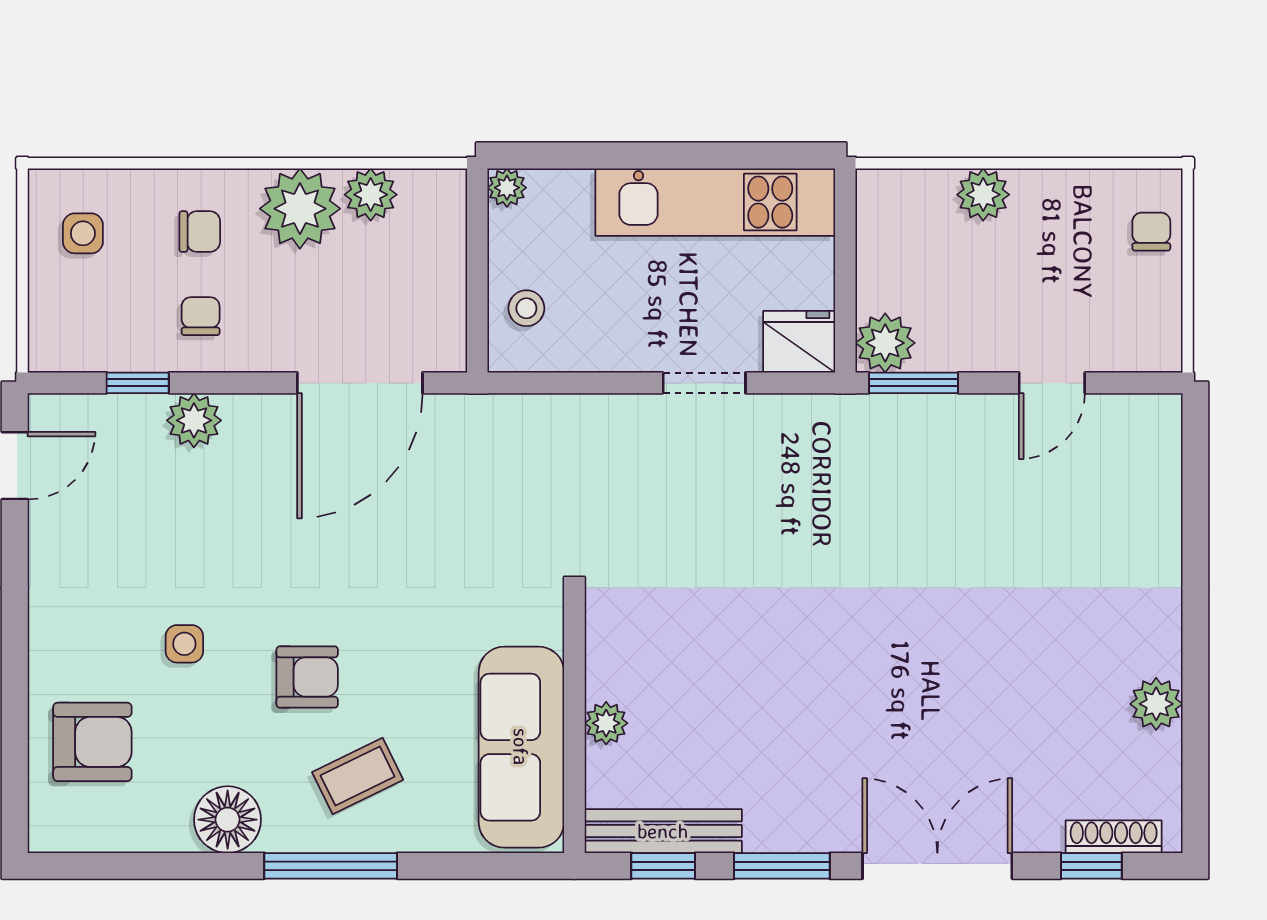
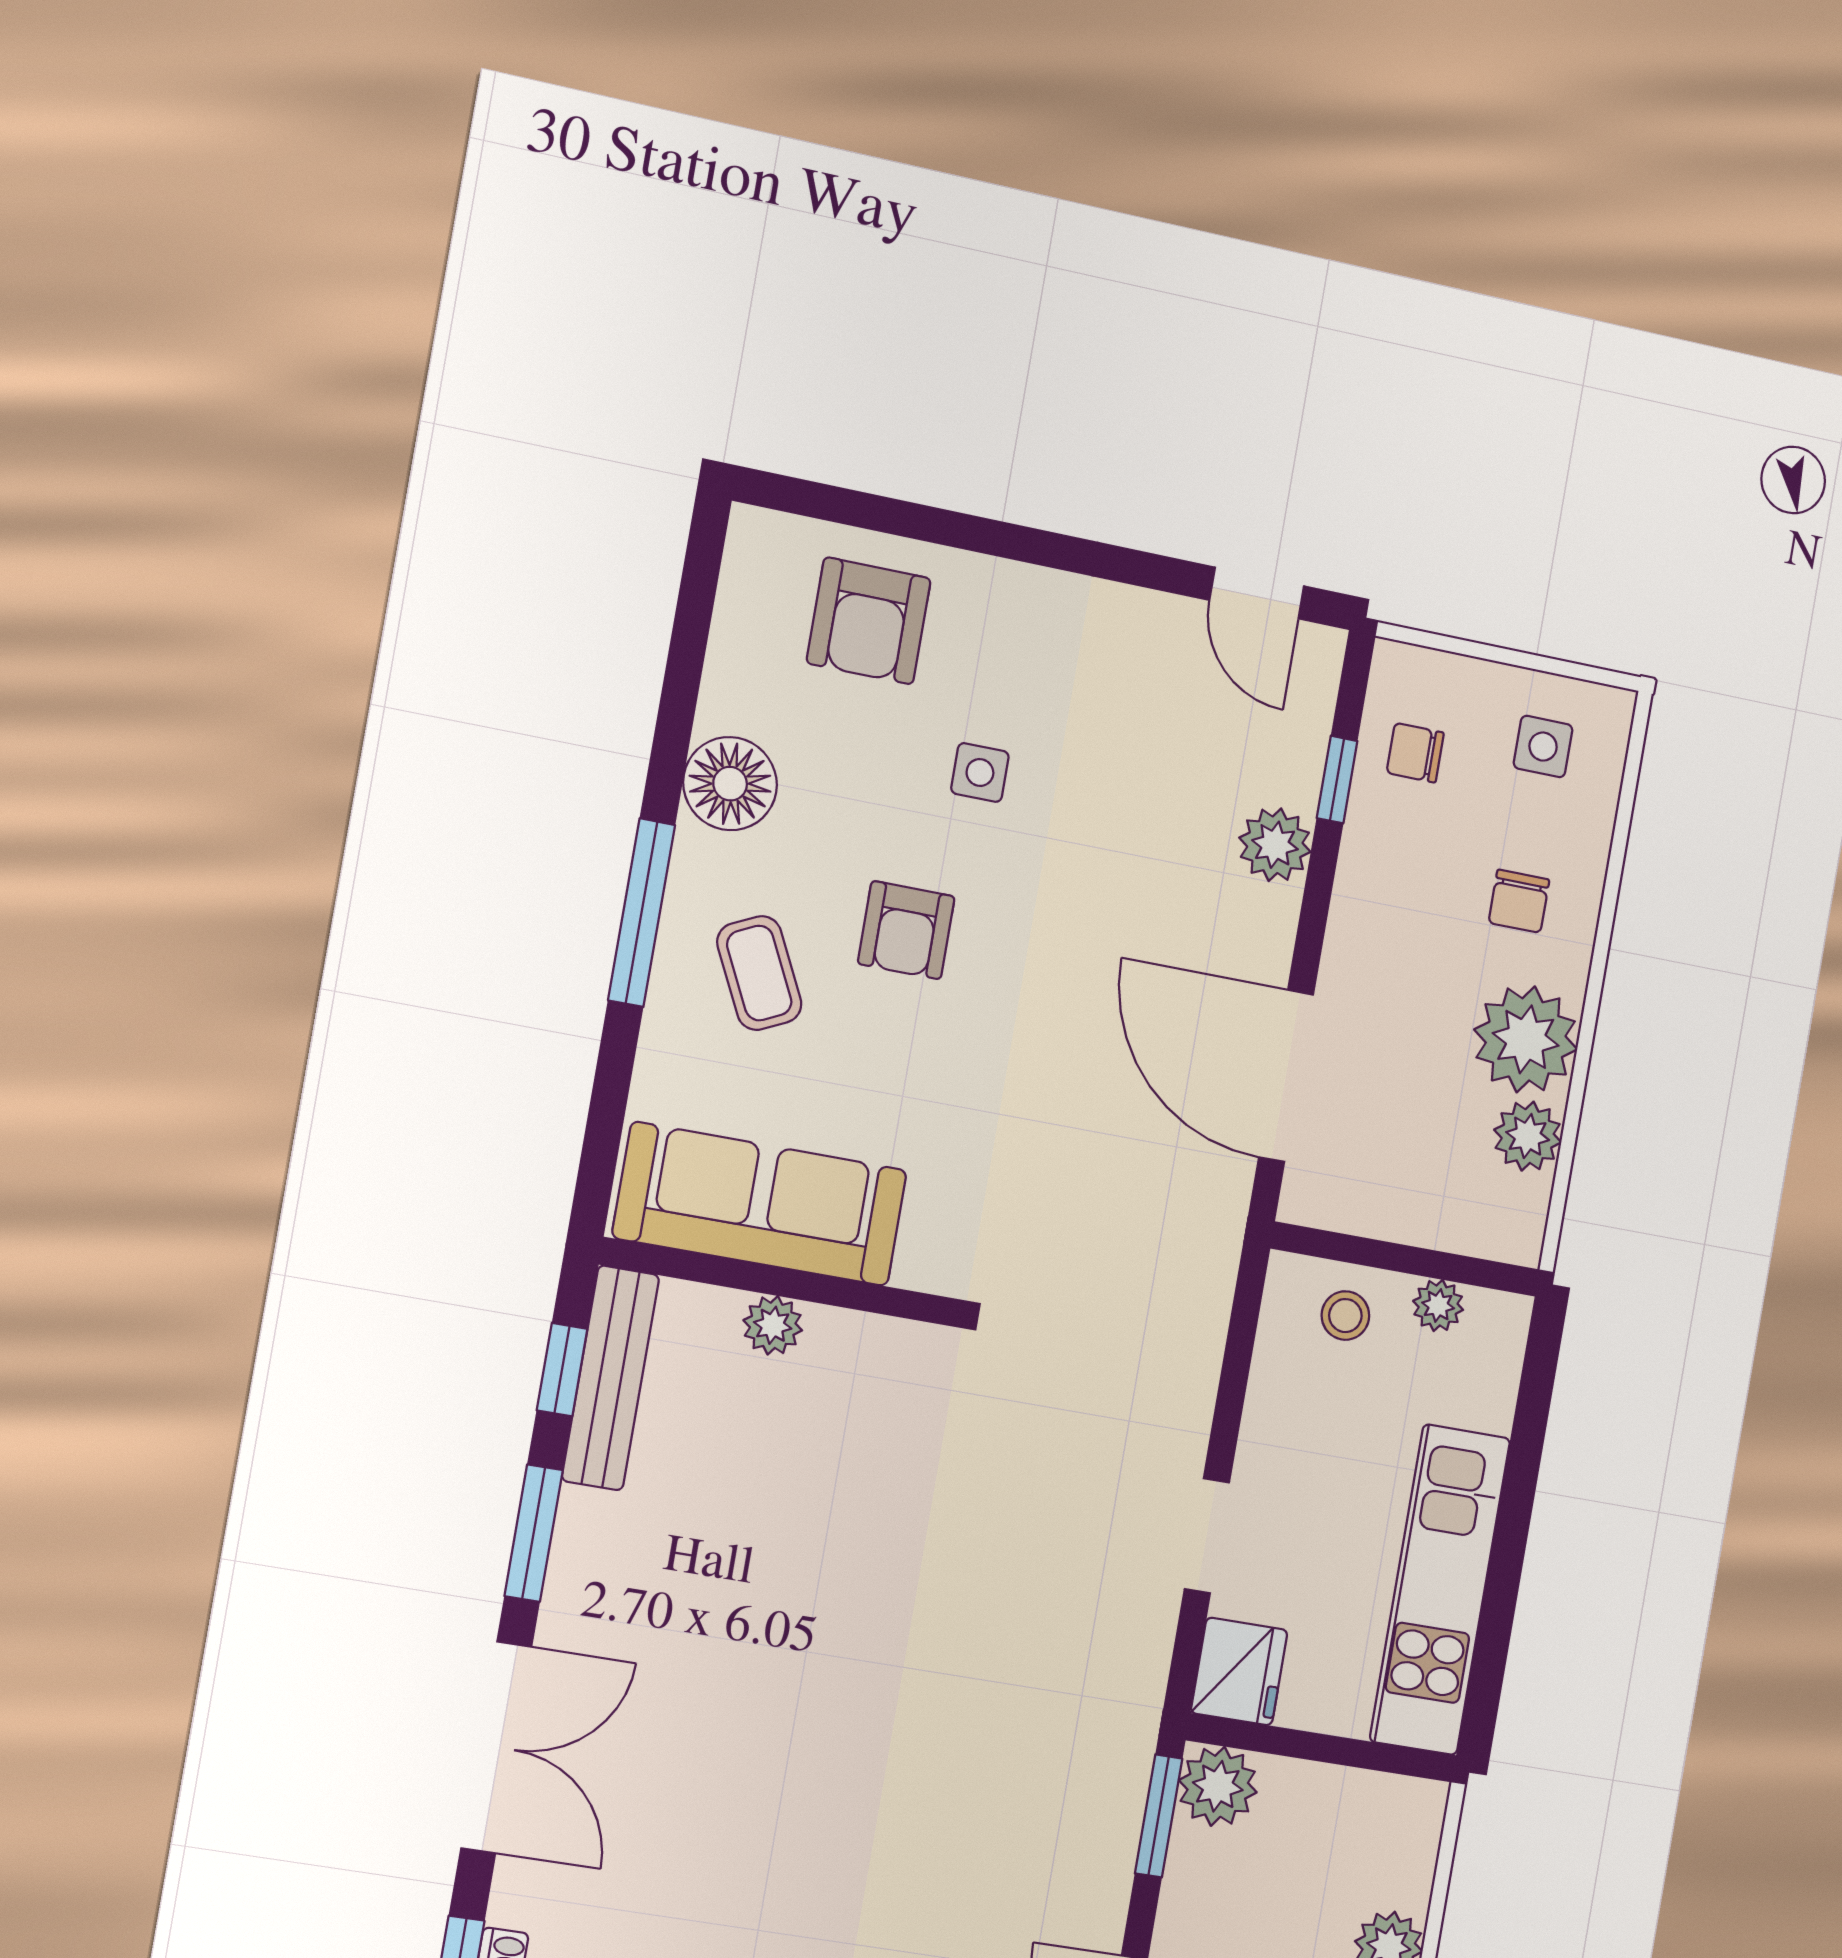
plant: (507, 188) -> (1438, 1305), moved
chair: (201, 316) -> (1415, 753), moved, turned 180

